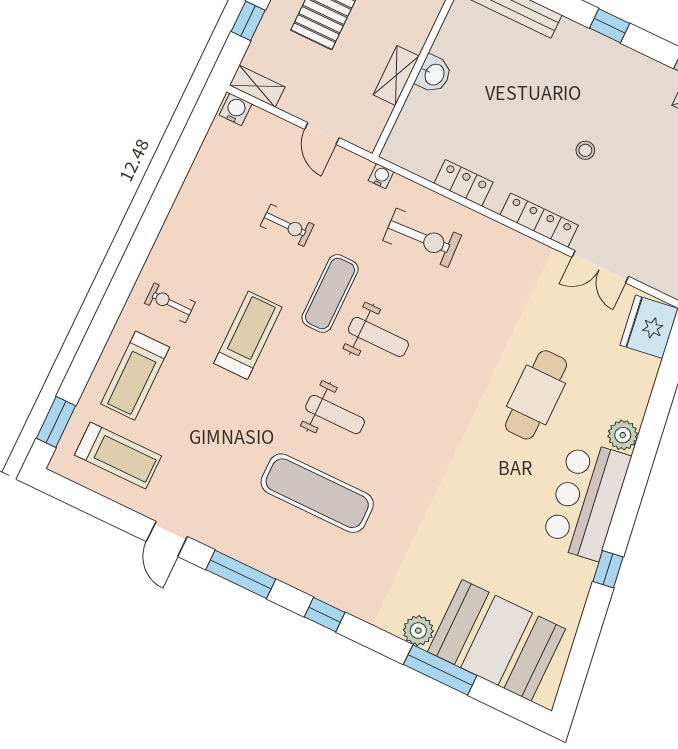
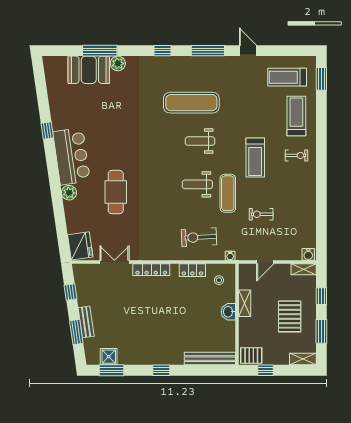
door: (322, 133) -> (265, 262), swing flipped
stool: (585, 150) -> (219, 280), moved
booth: (497, 640) -> (89, 70), width x0.73, depth x0.70

